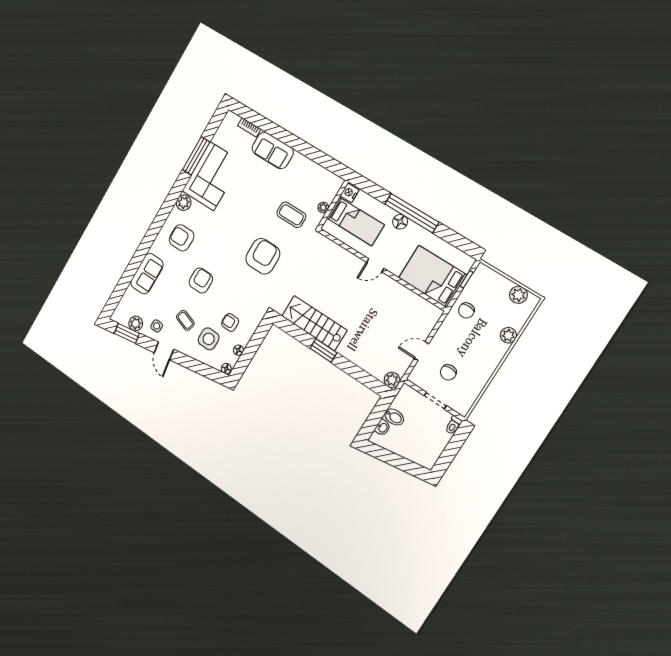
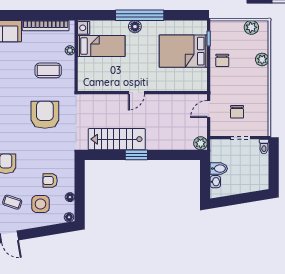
bookcase: (315, 169) -> (46, 26), added
door: (375, 265) -> (136, 93), moved
wall: (381, 269) -> (142, 93), moved

